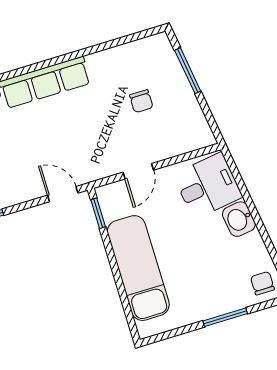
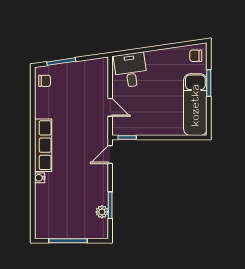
chair: (141, 101) -> (45, 81), moved
washbasin: (239, 219) -> (155, 58), removed
exam couch: (138, 268) -> (195, 105), moved, turned -90

